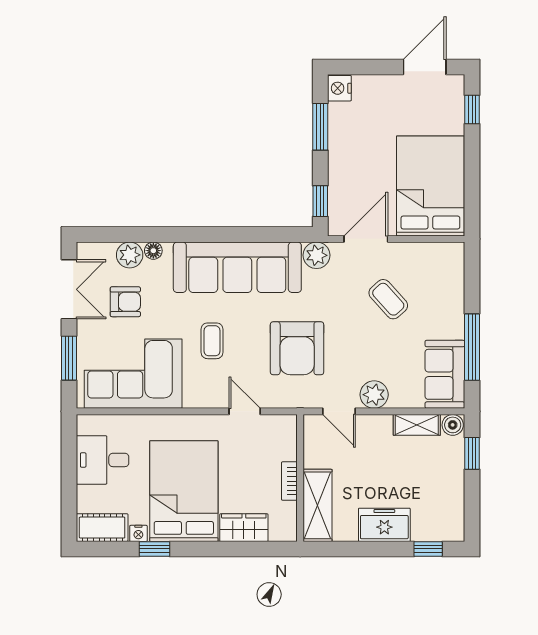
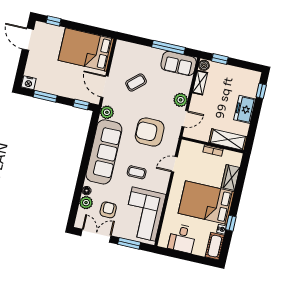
armchair: (297, 348) -> (150, 132), turned 180

